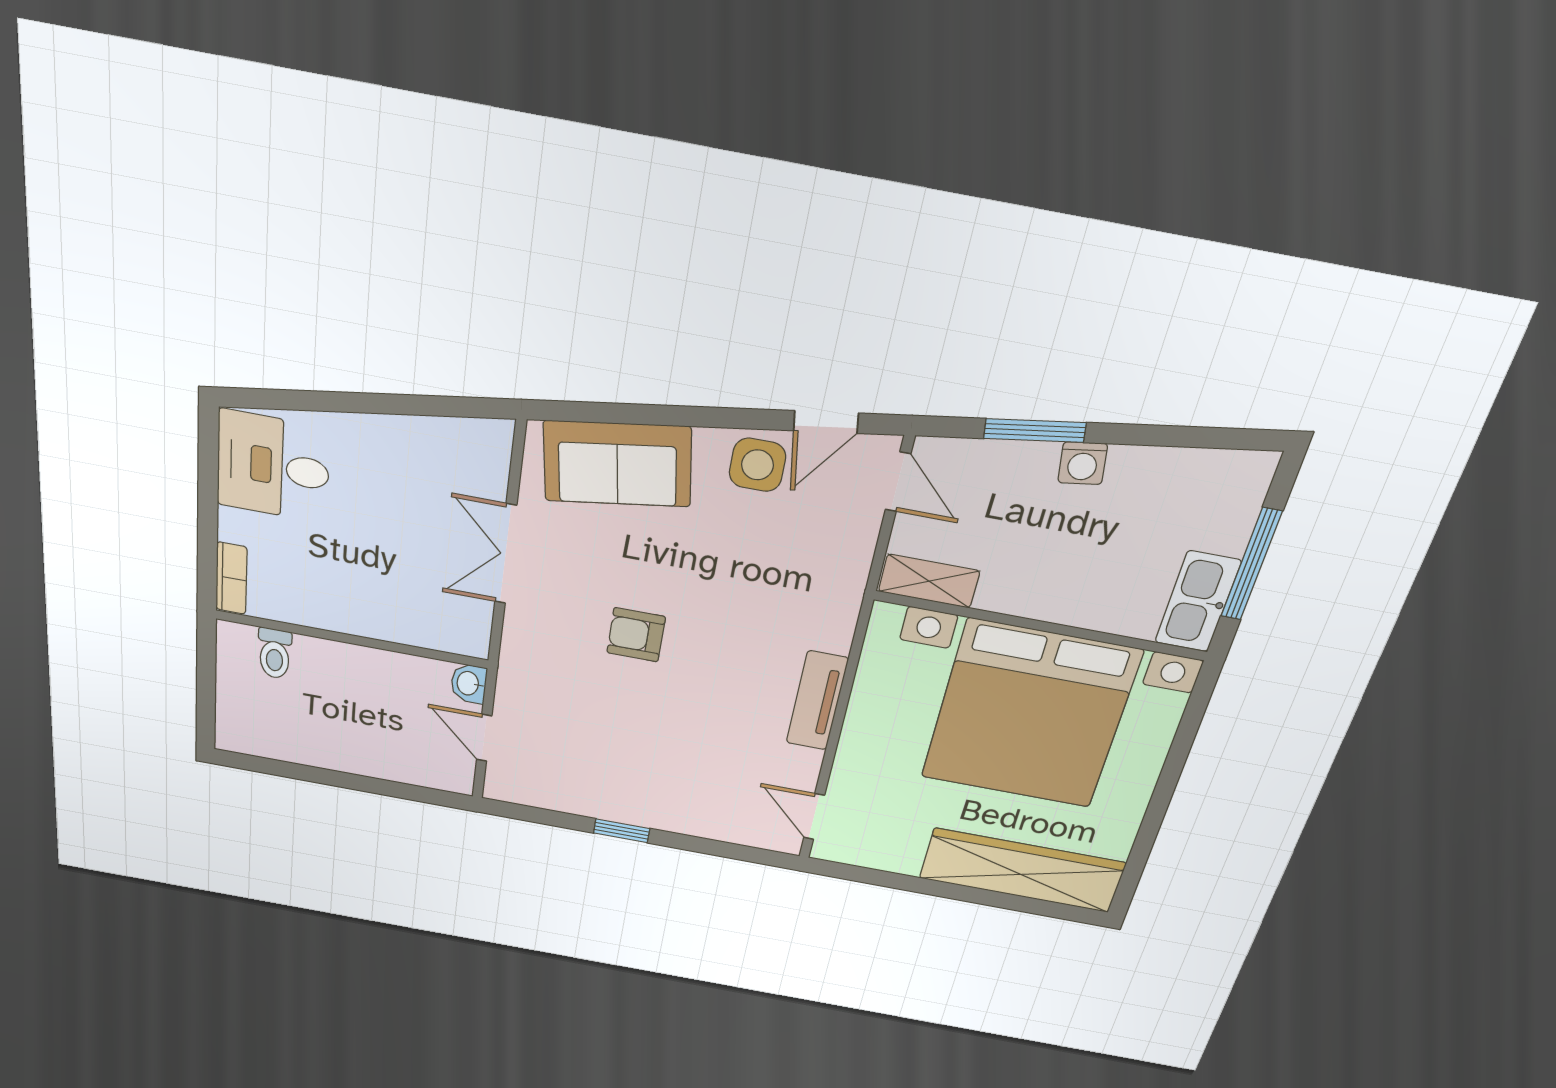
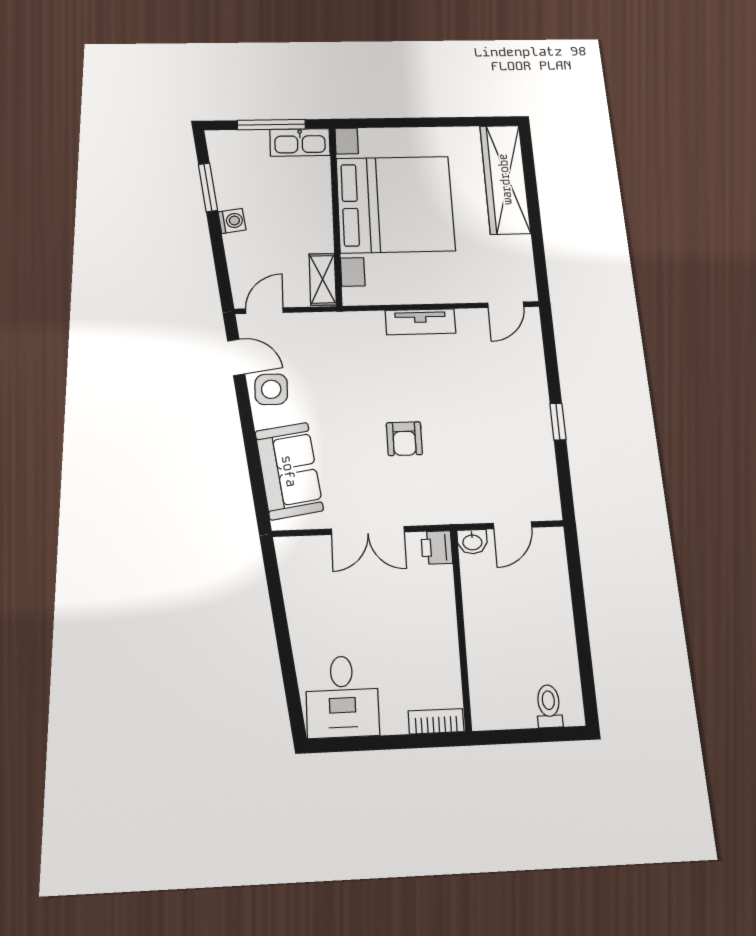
window: (1035, 431) -> (208, 187), moved
printer: (467, 637) -> (437, 547), added
toilet: (275, 653) -> (549, 706), moved, turned -90

